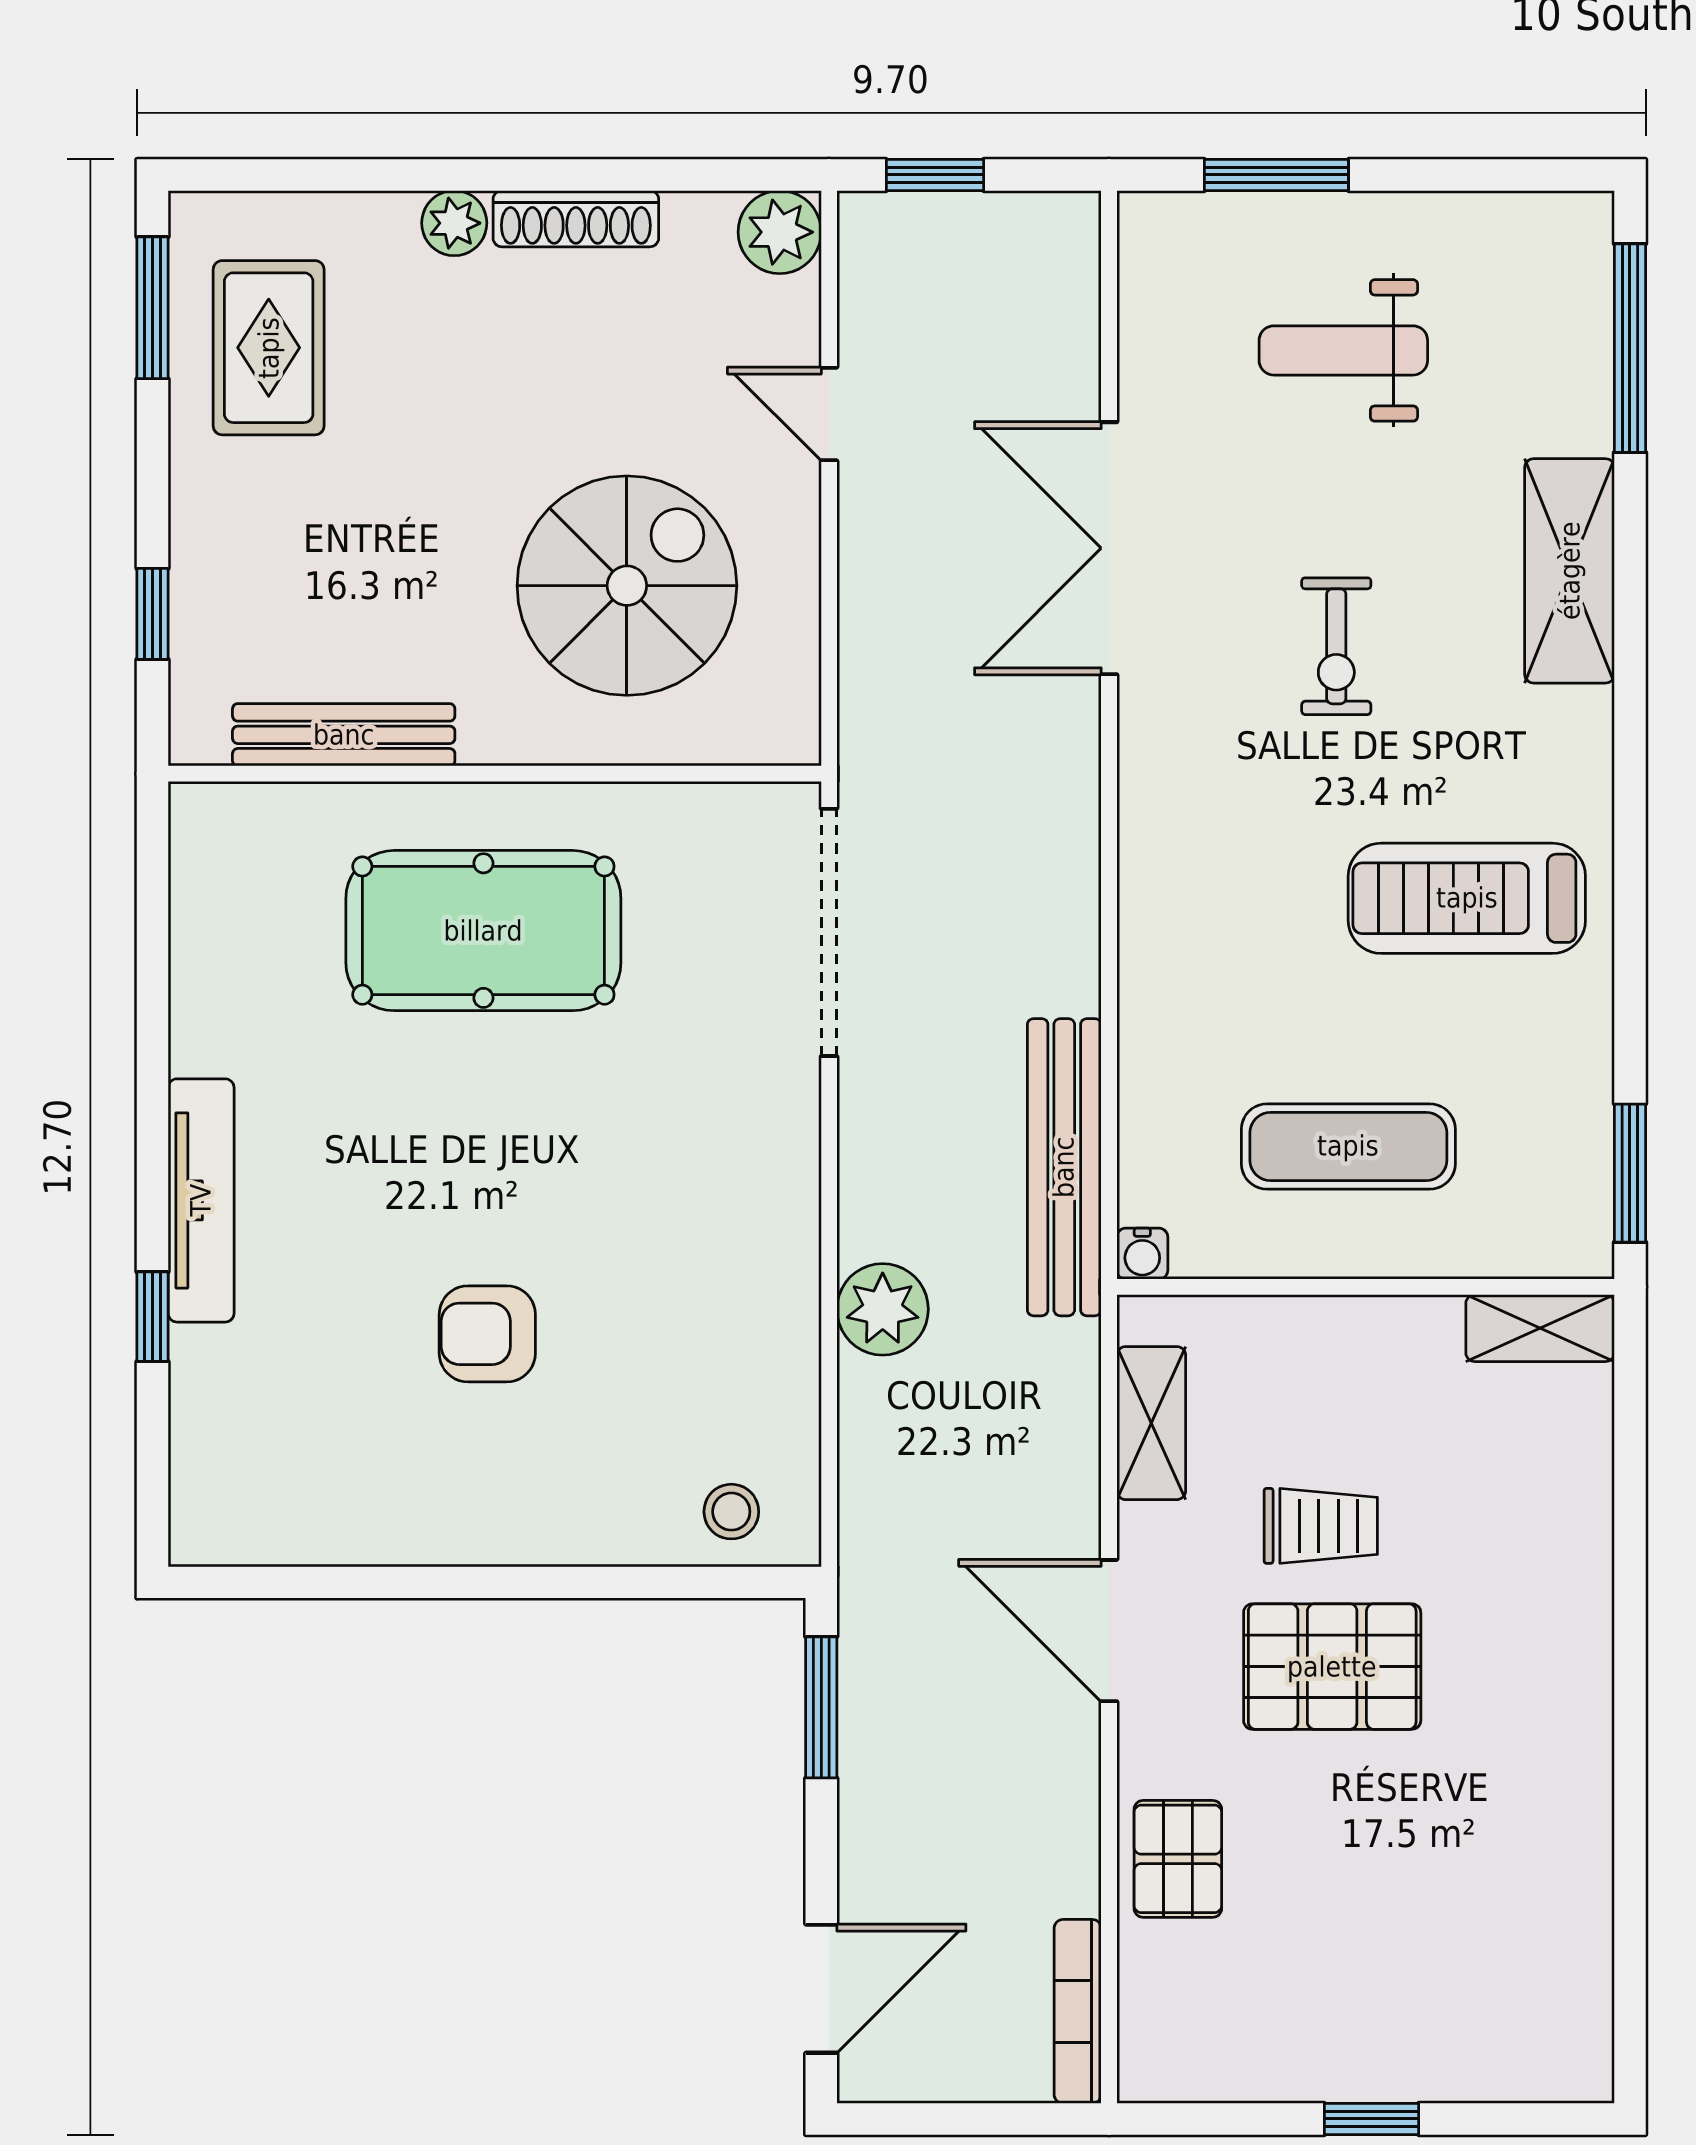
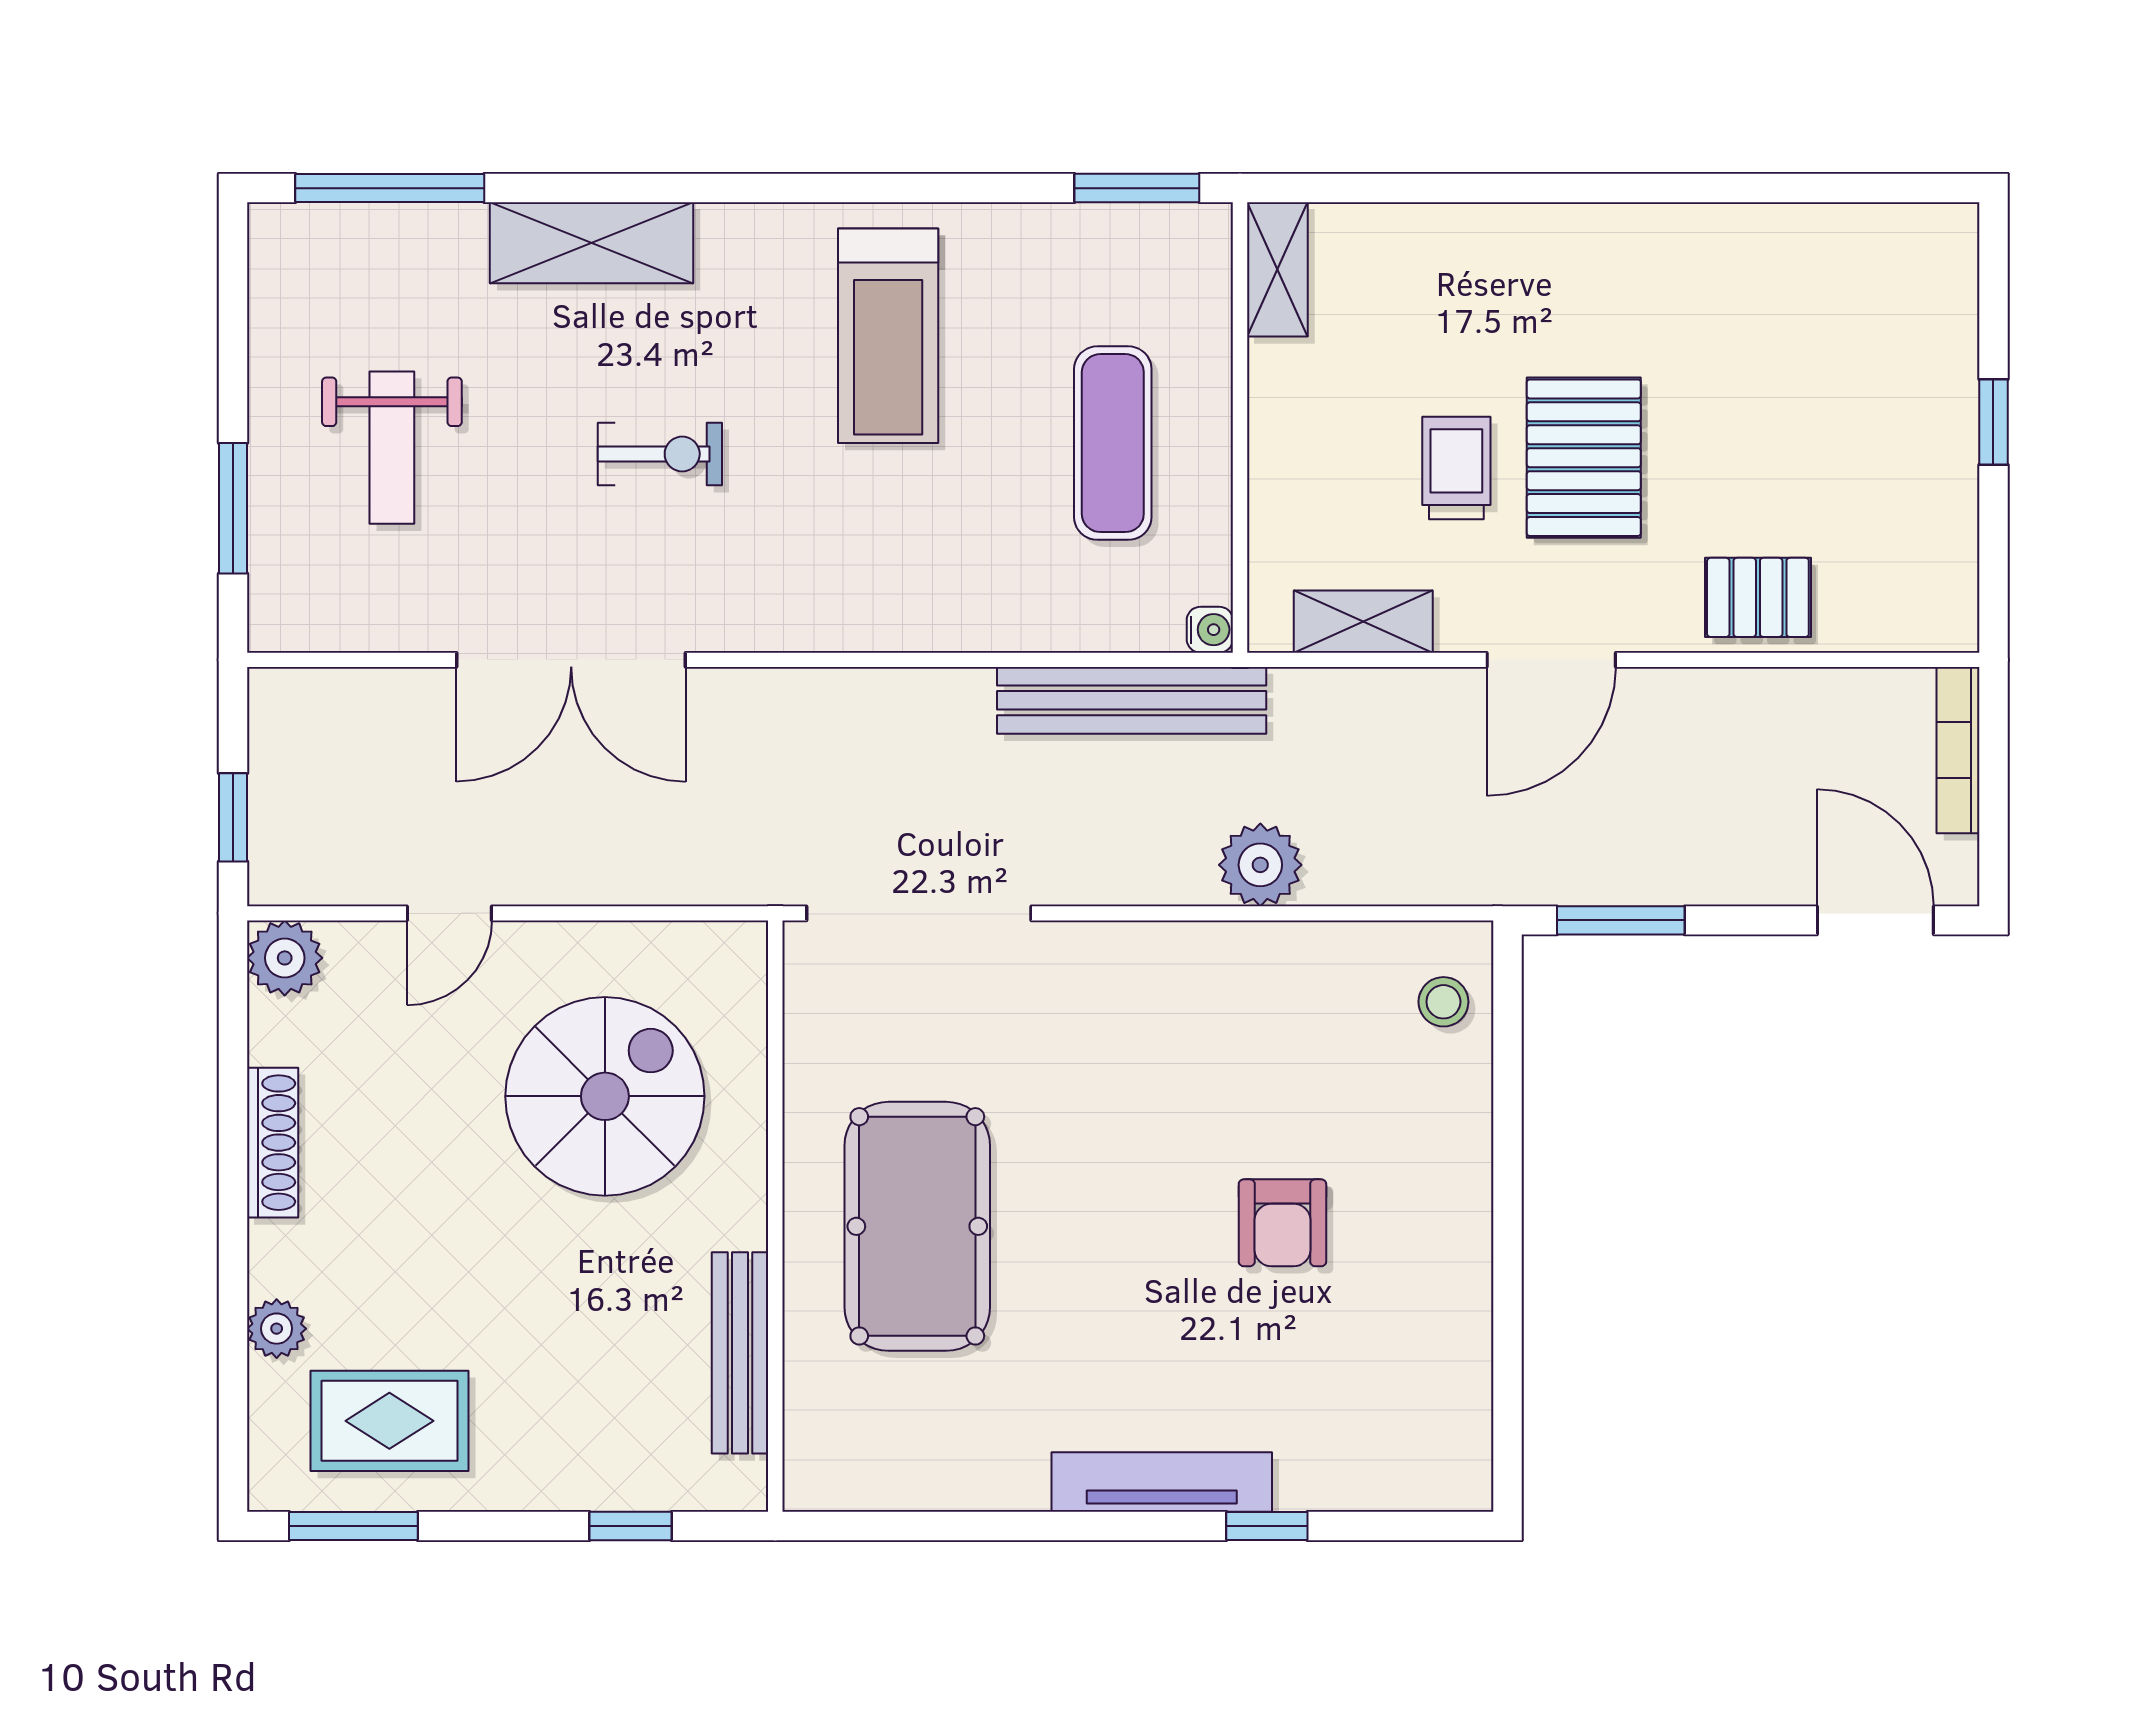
plant: (454, 223) -> (277, 1329), moved
spiral stairs: (627, 586) -> (605, 1096), turned 90
bookcase: (1078, 2011) -> (1958, 750), moved, turned 90

